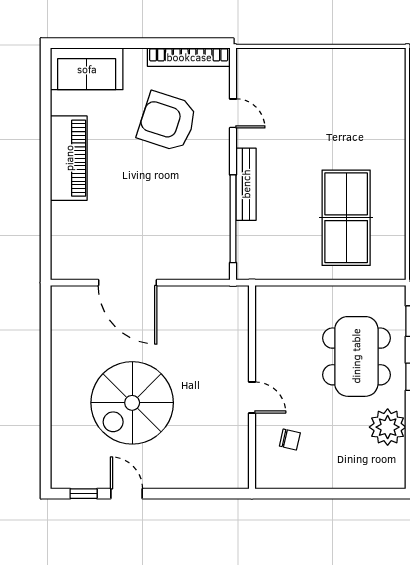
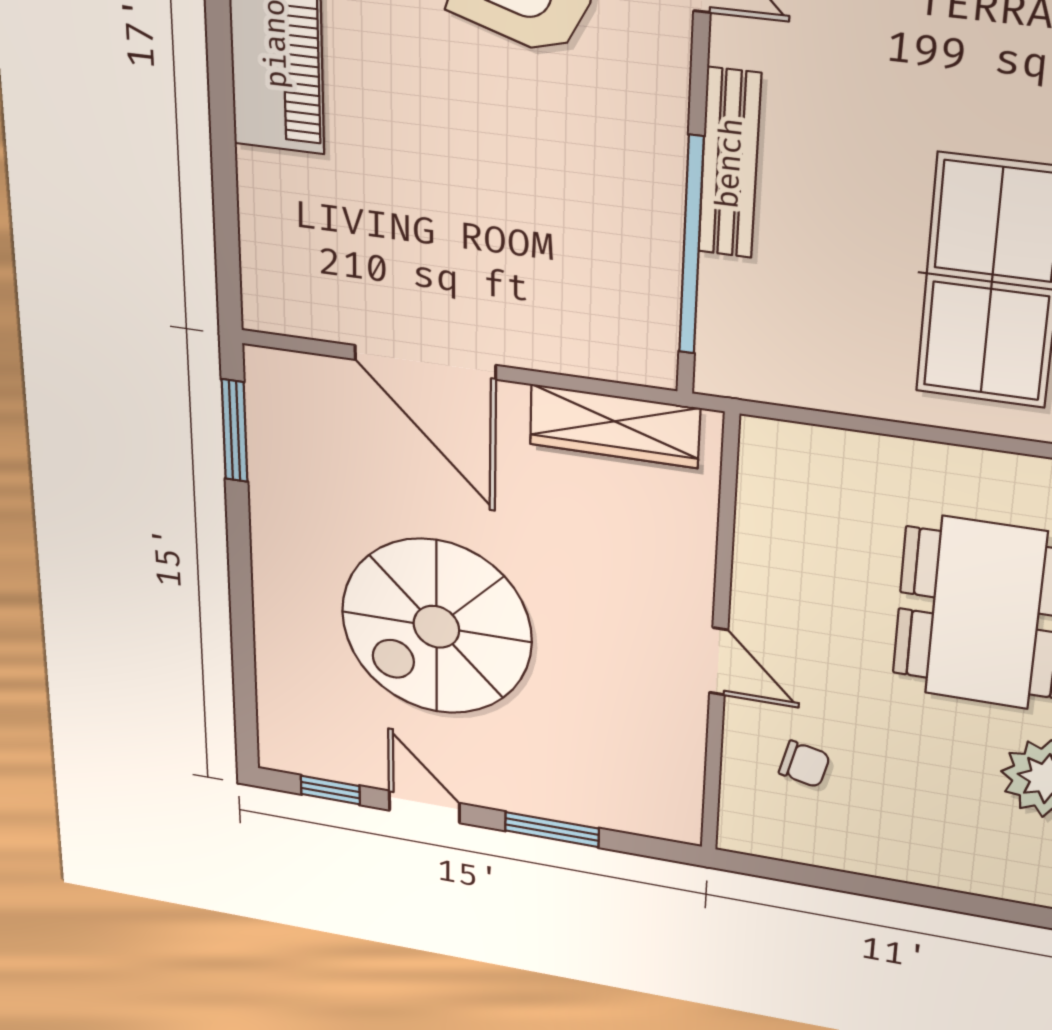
wardrobe: (205, 299) -> (614, 426), added
window: (46, 326) -> (235, 431), added
window: (184, 494) -> (552, 830), added

